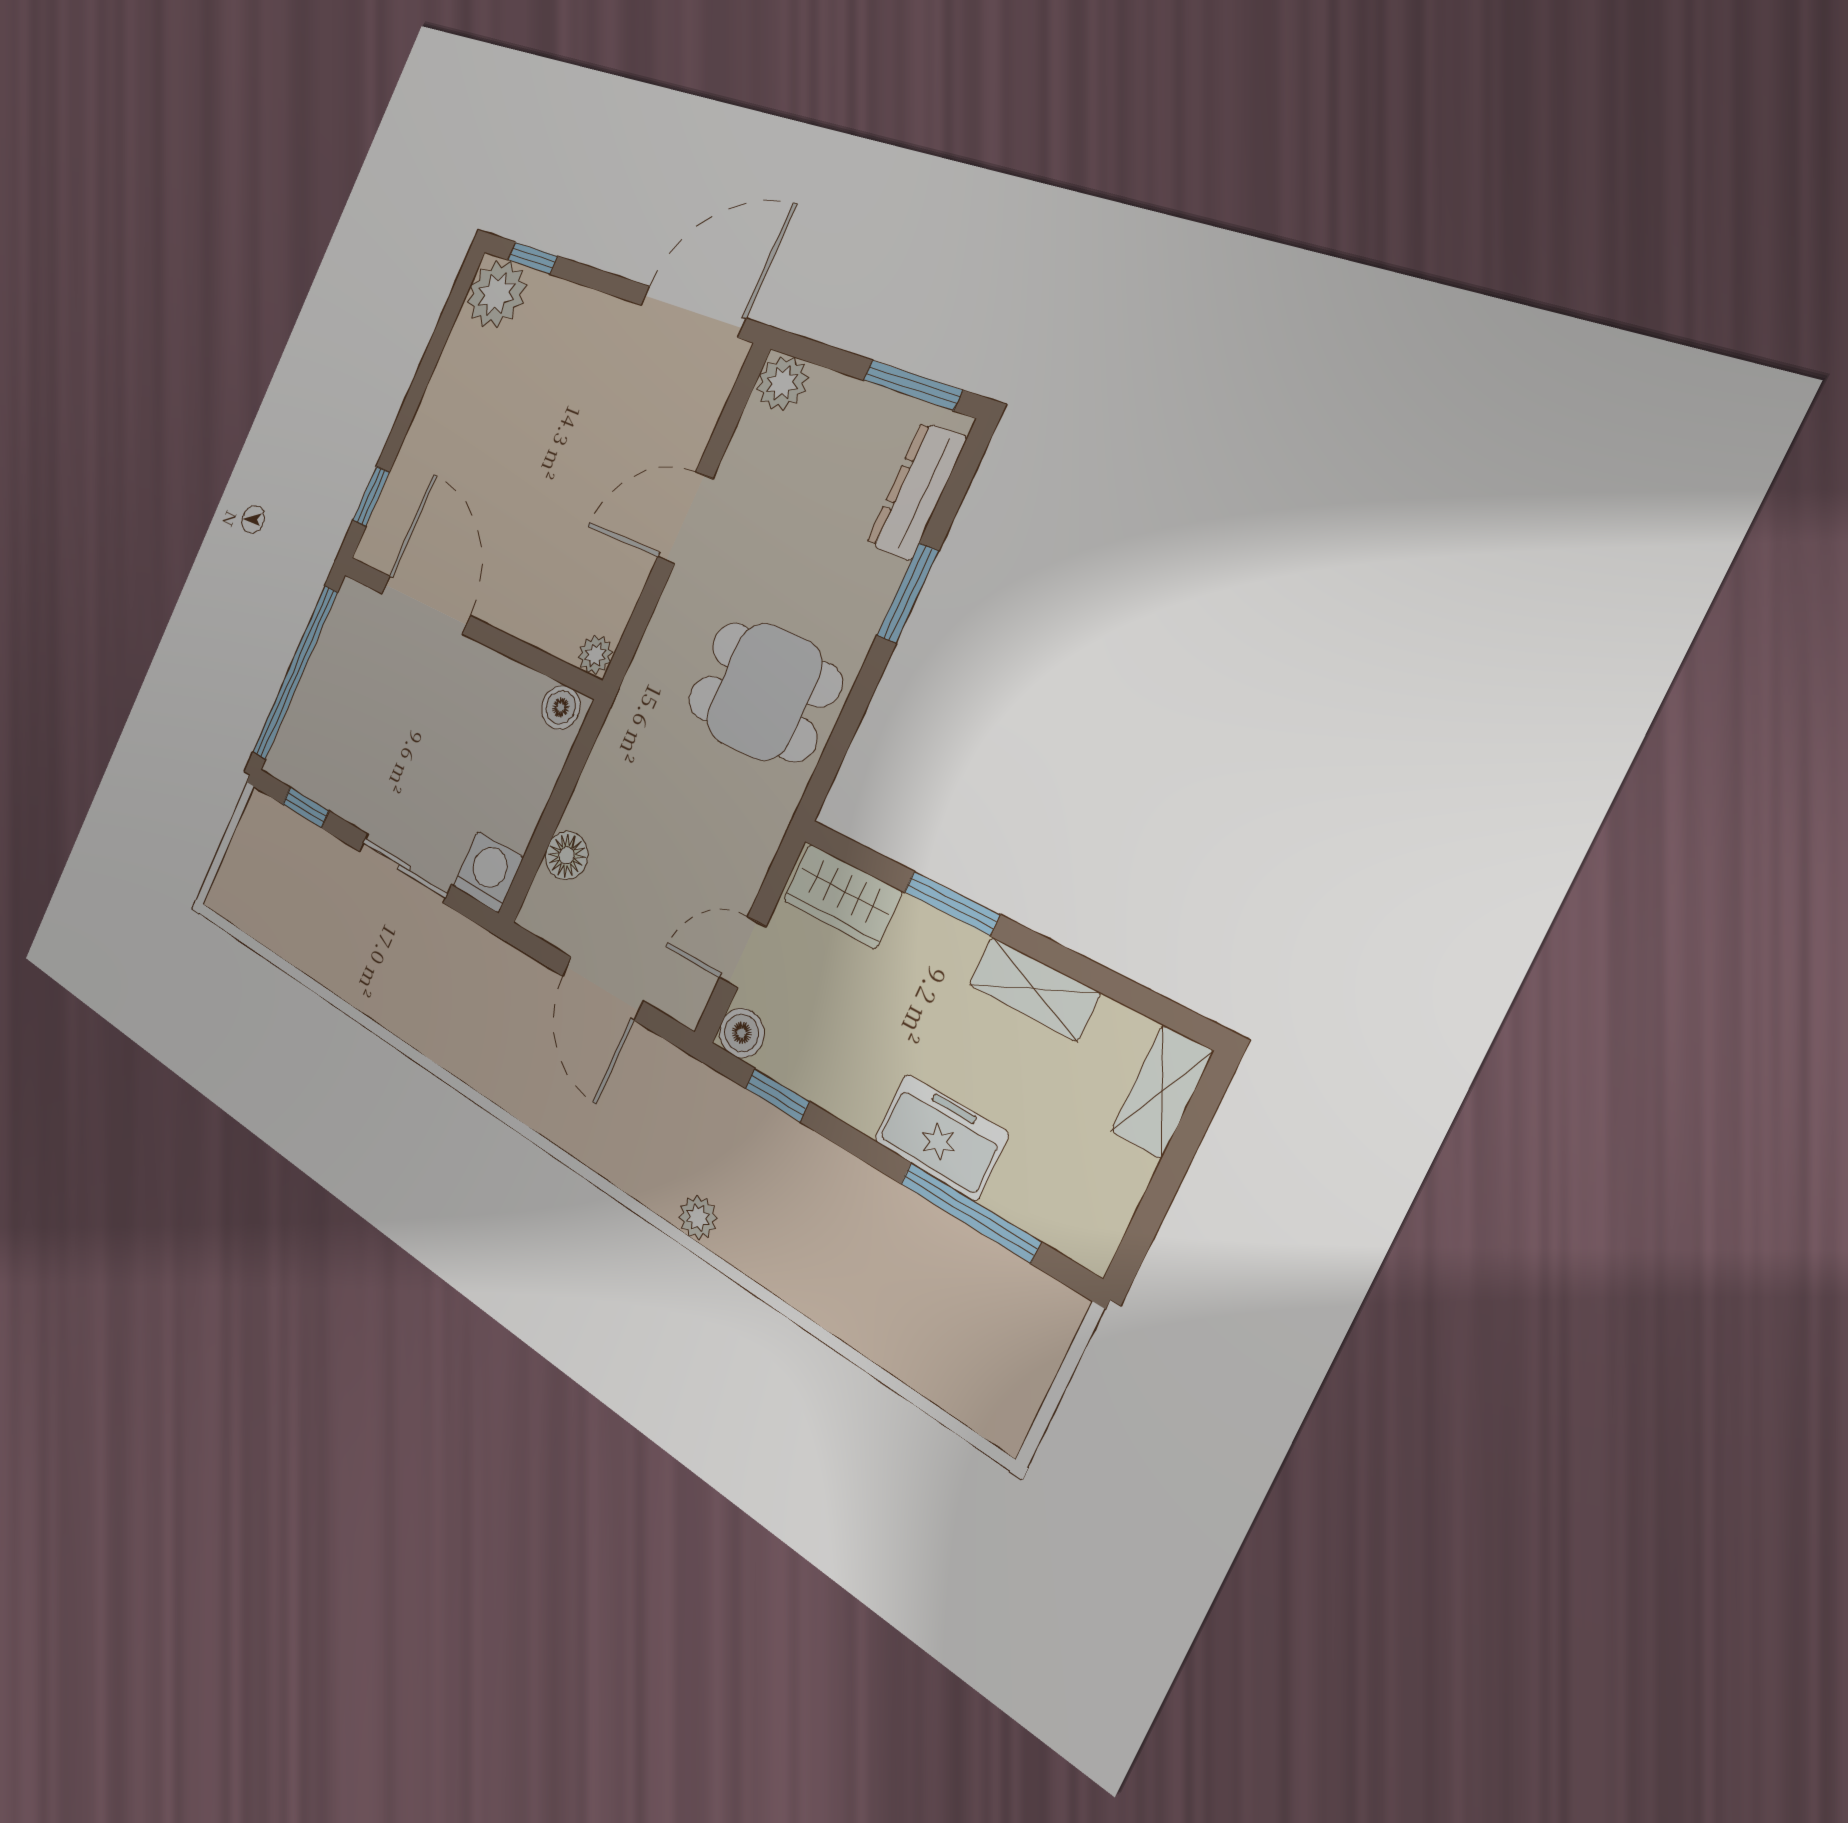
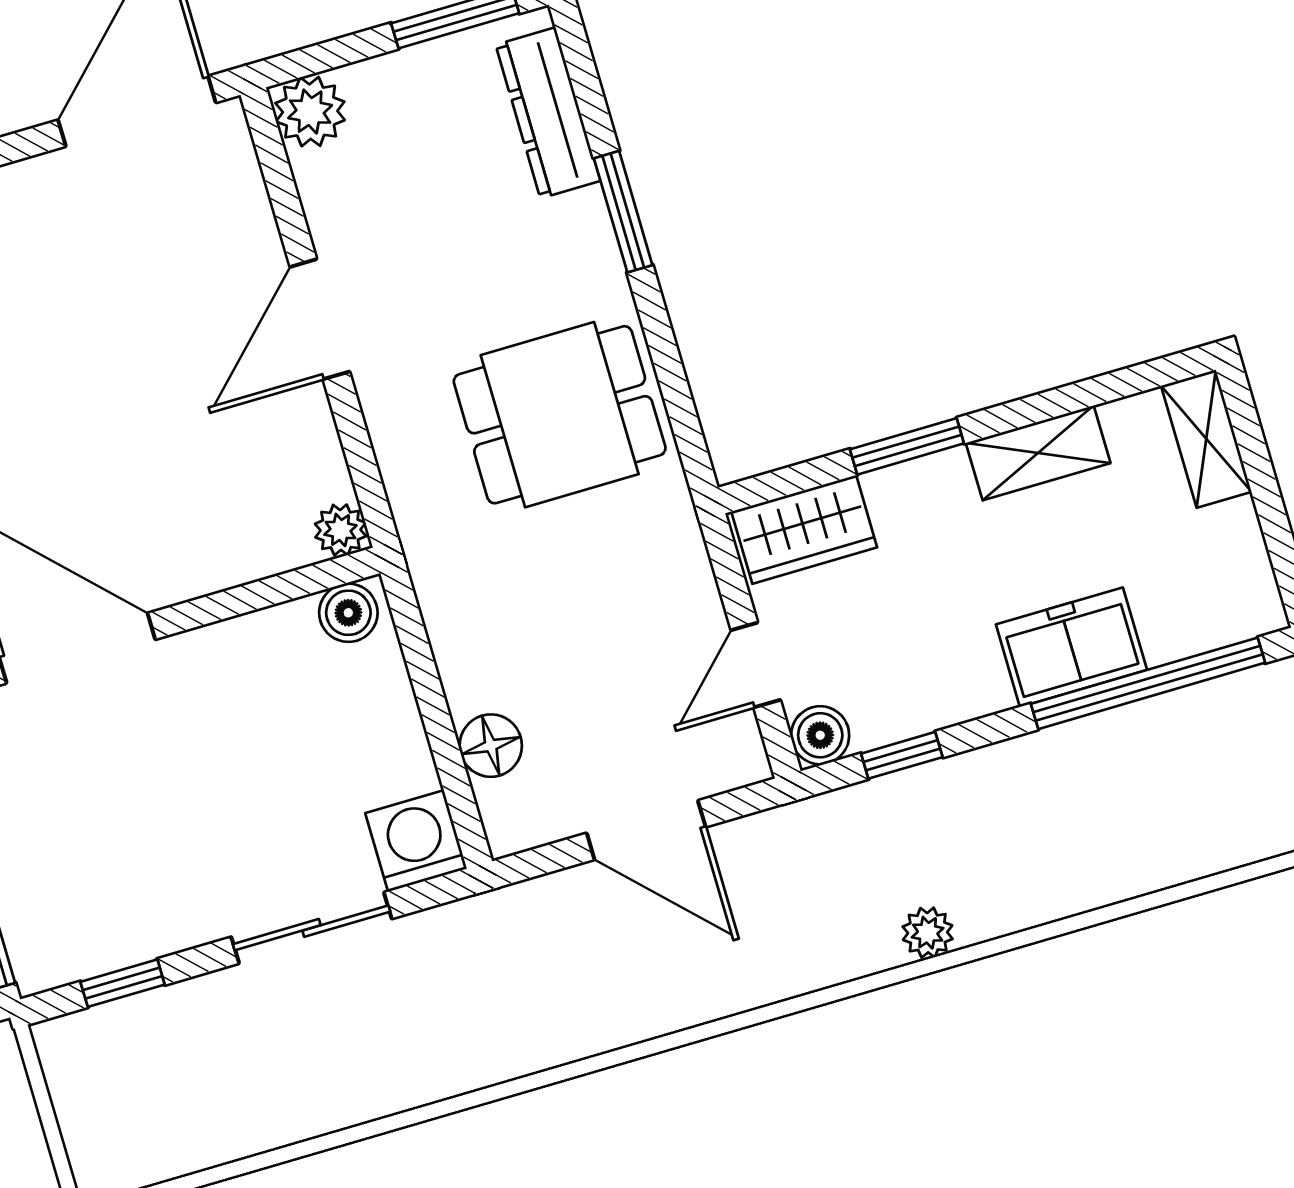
window: (970, 1212) -> (1148, 683), width x1.46

